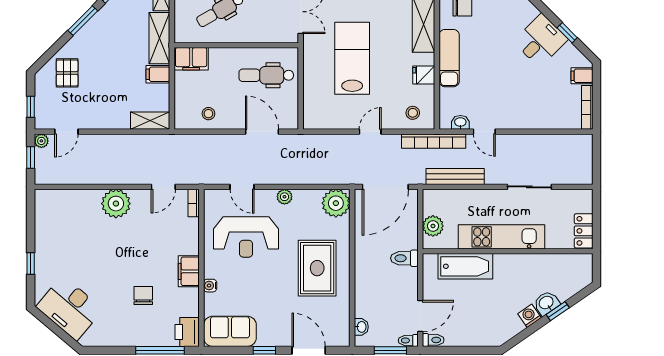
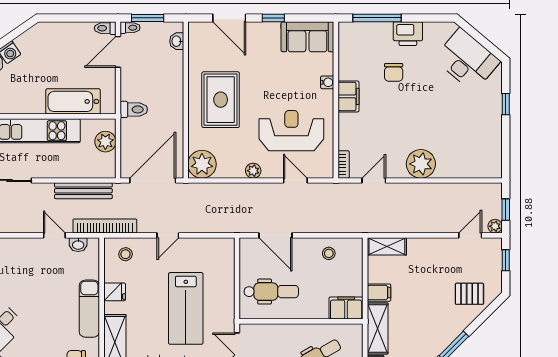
pallet: (67, 73) -> (469, 294), turned 90
printer: (187, 332) -> (408, 34), moved, turned 90

